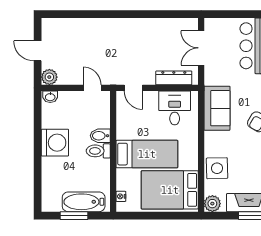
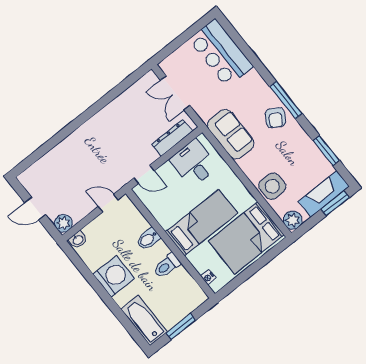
toilet: (98, 151) -> (167, 266), moved
bathtub: (84, 202) -> (144, 320), moved, turned 90

